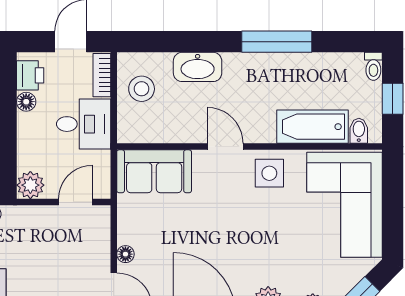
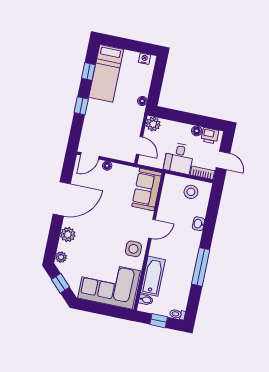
washbasin: (198, 67) -> (199, 224), width x0.52, depth x0.69

